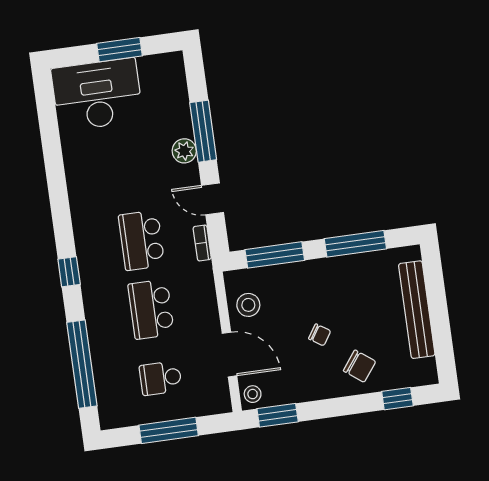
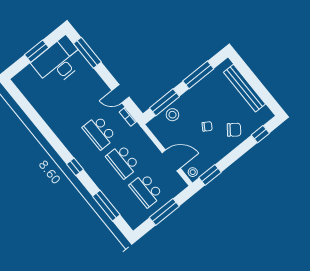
desk: (97, 95) -> (59, 62), moved
window: (203, 131) -> (87, 53), moved
plant: (184, 151) -> (94, 80), removed
stool: (248, 305) -> (172, 115), moved
window: (82, 364) -> (106, 206), width x0.68
school desk: (161, 378) -> (146, 190), width x1.85

